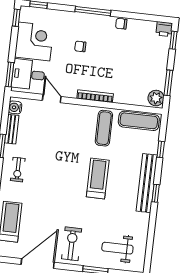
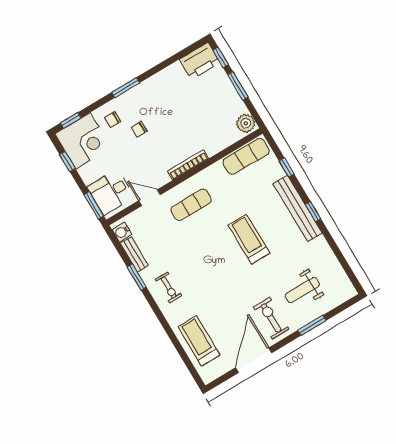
window: (93, 11) -> (126, 88), width x0.69
window: (16, 18) -> (68, 162), moved
chair: (121, 24) -> (113, 119), moved
printer: (164, 29) -> (200, 61), width x1.87, depth x1.48
corner desk: (34, 42) -> (83, 141), moved, turned 90
window: (168, 83) -> (238, 86), moved
exercise mat: (104, 128) -> (191, 205), moved, turned 90
weight bench: (117, 248) -> (302, 290), moved

